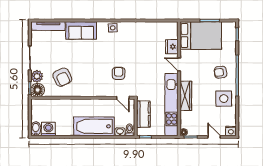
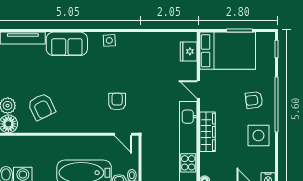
fridge: (172, 47) -> (189, 51), moved
kitchen counter: (143, 114) -> (150, 156), removed

